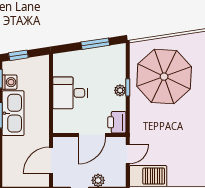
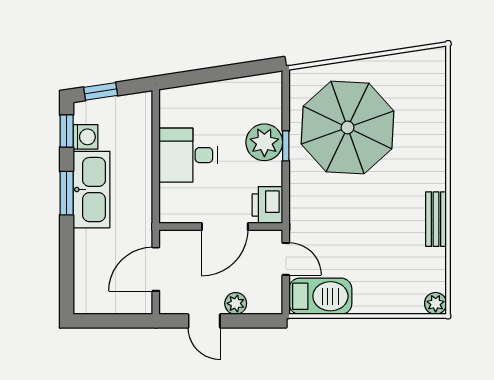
window: (95, 44) -> (231, 72), removed
plant: (120, 90) -> (264, 142), width x1.87, depth x1.87
door: (128, 154) -> (286, 259), hinge flipped

